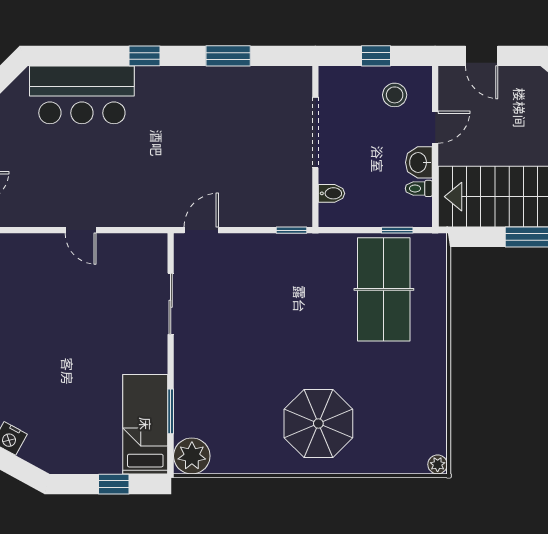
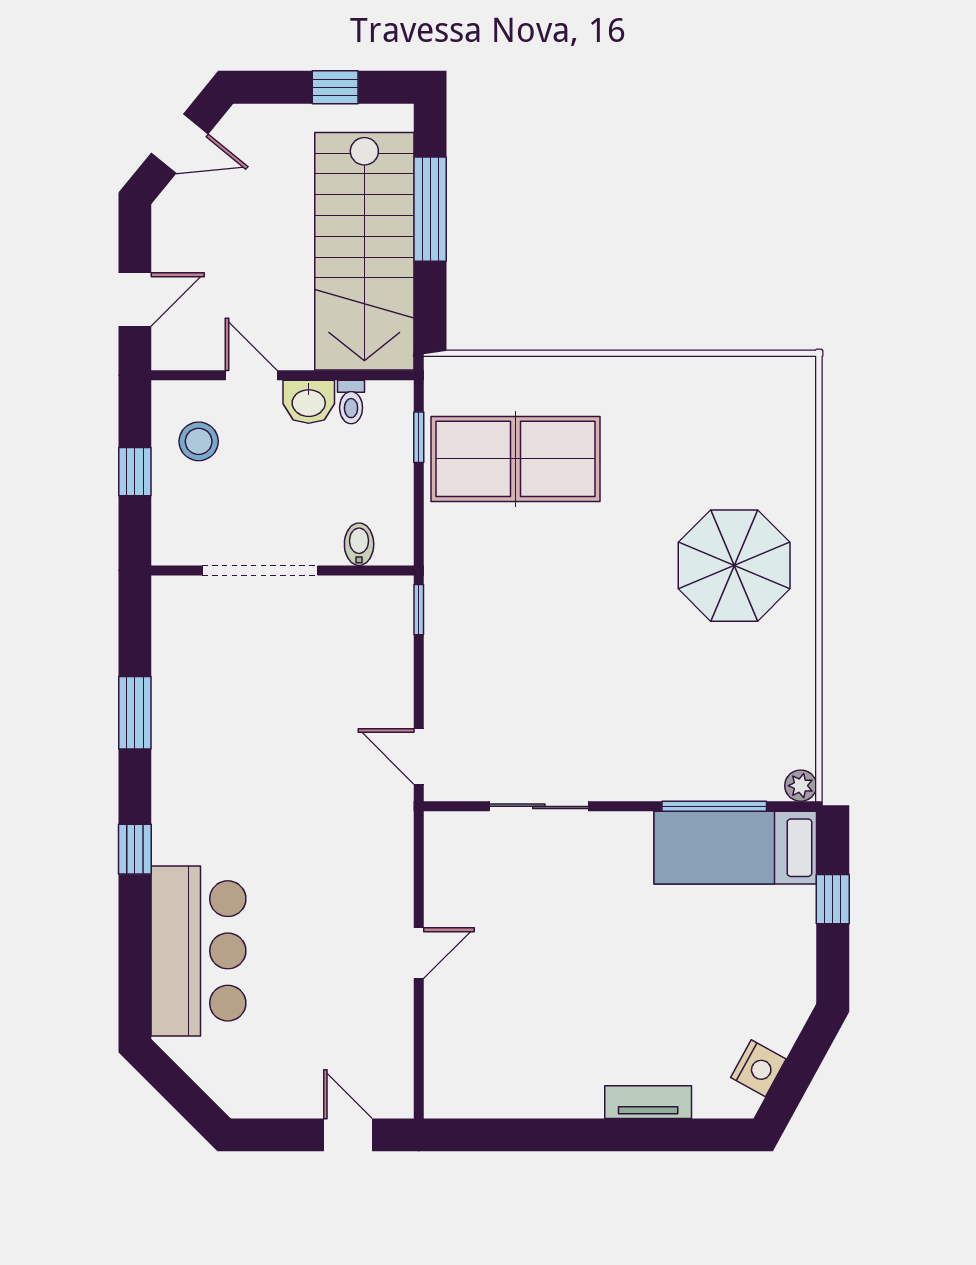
window: (171, 411) -> (714, 806), width x1.44
plant: (192, 456) -> (801, 786), width x0.53, depth x0.53
plant: (438, 464) -> (801, 371), removed

